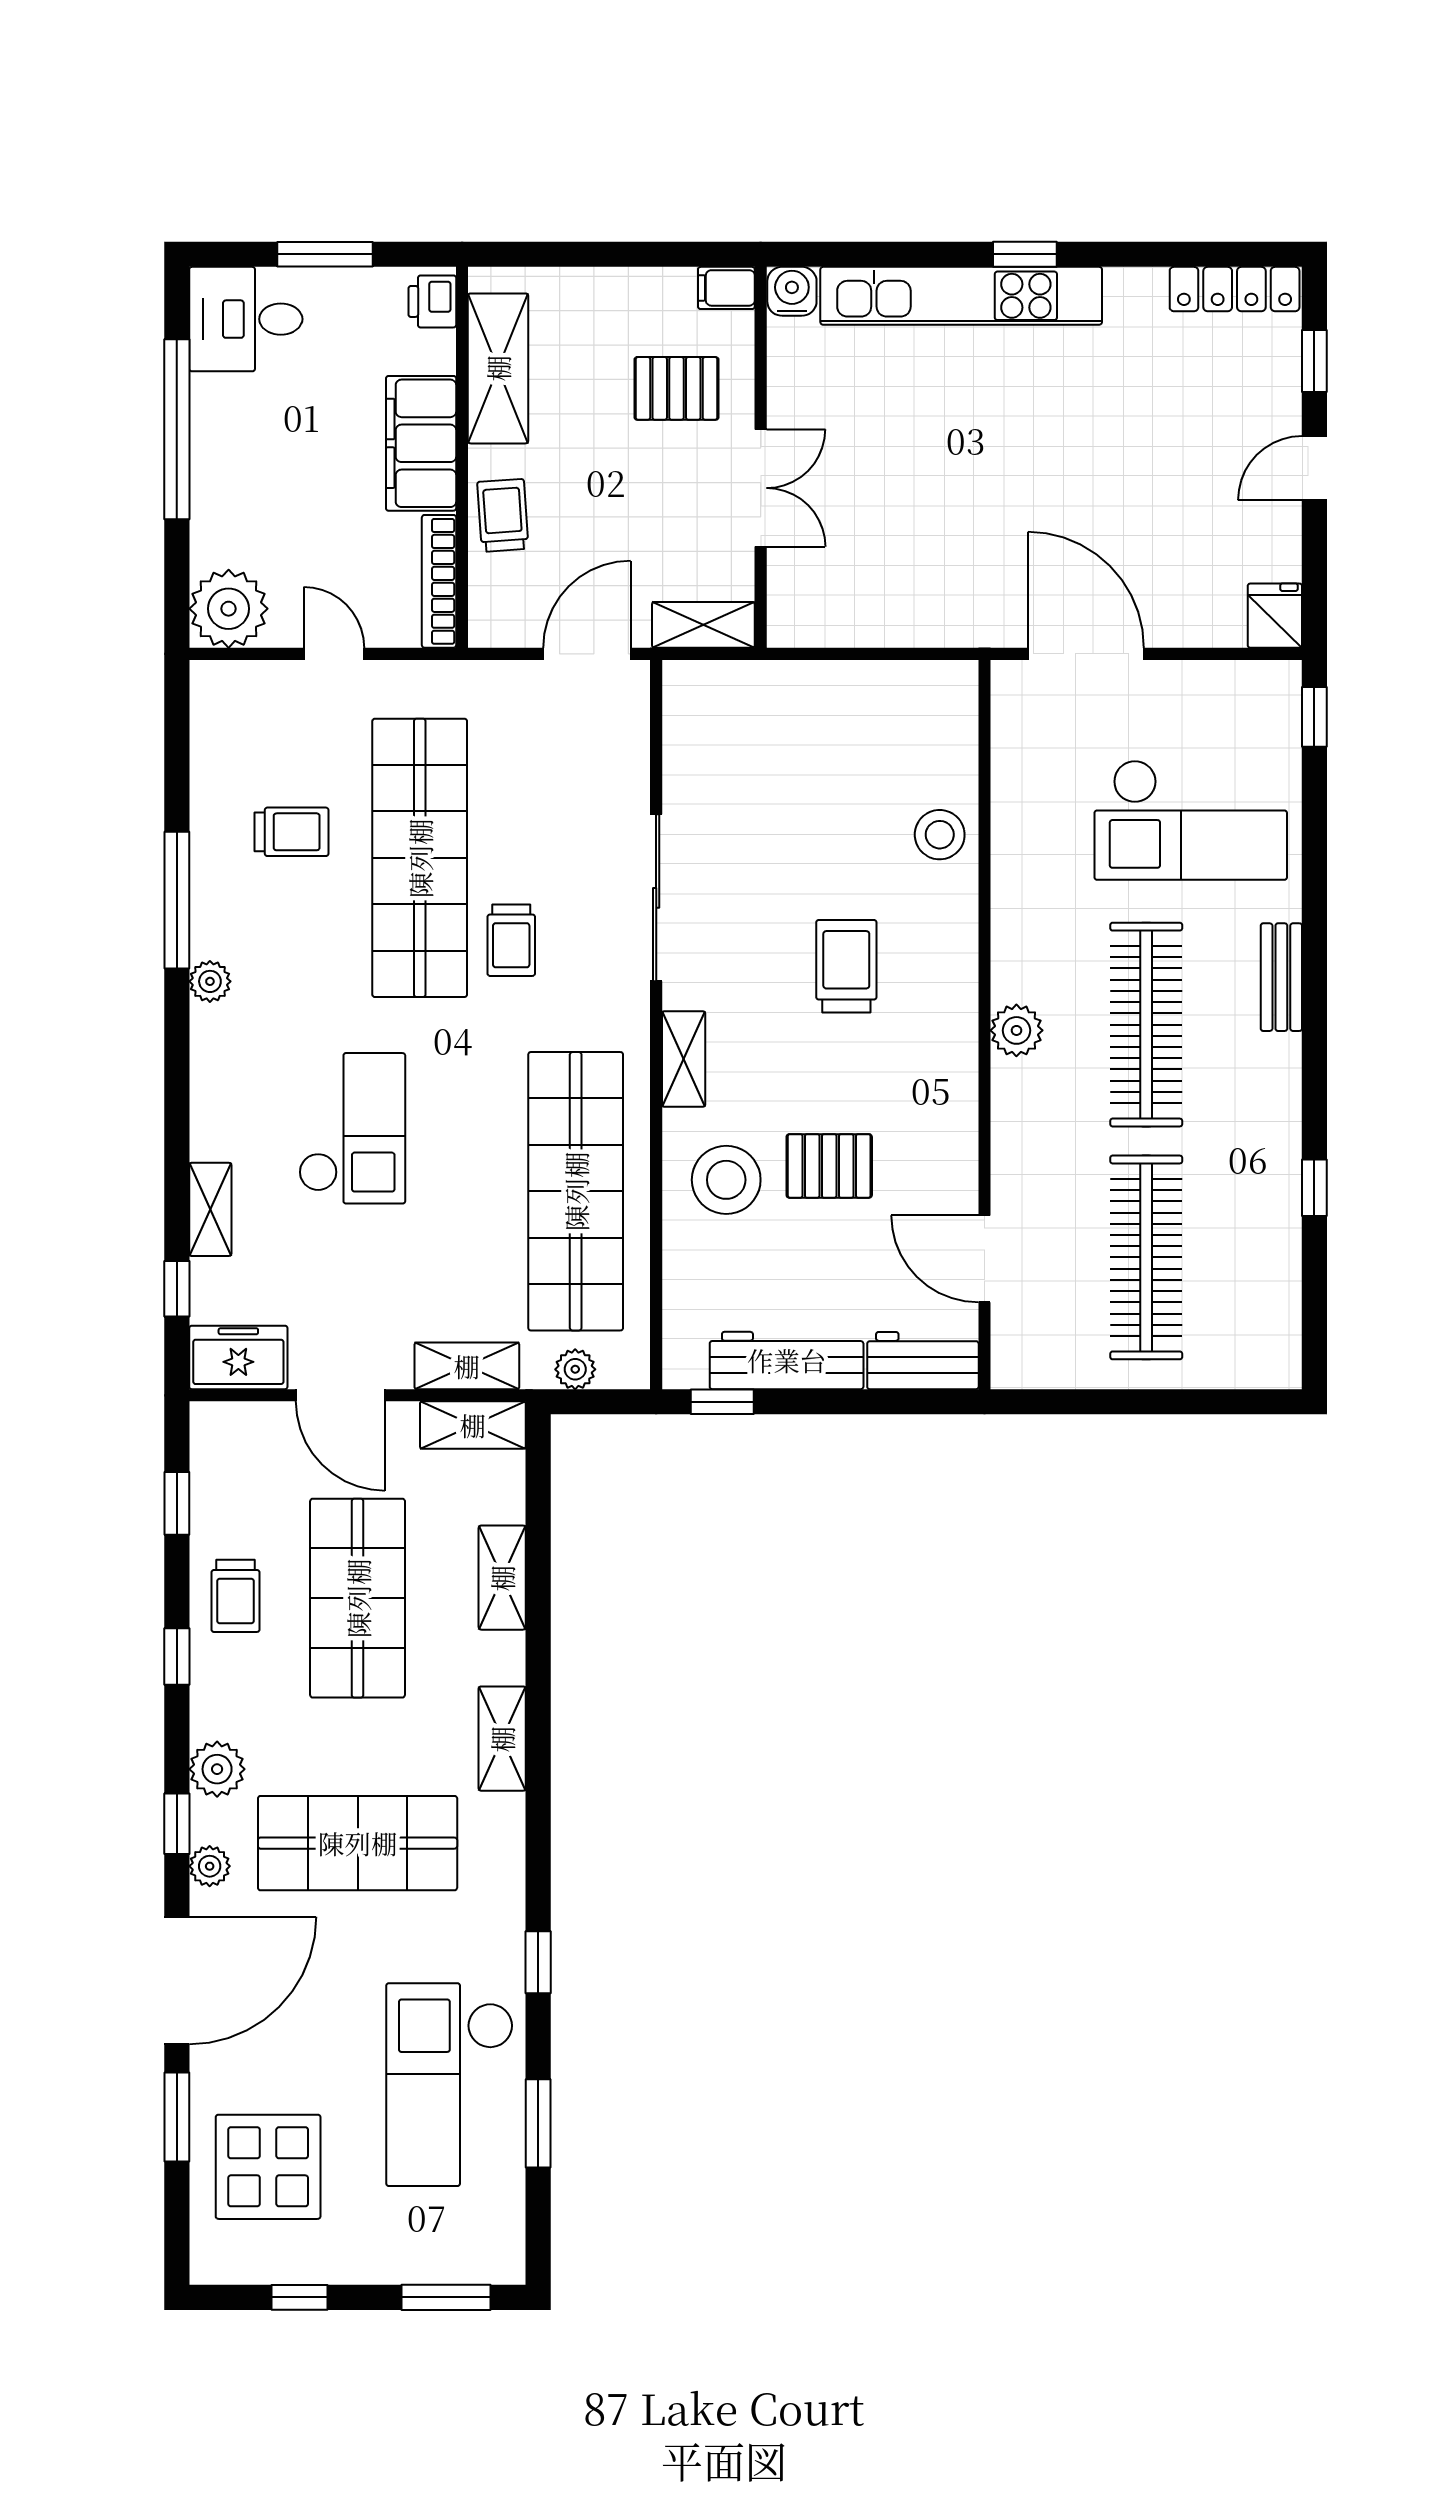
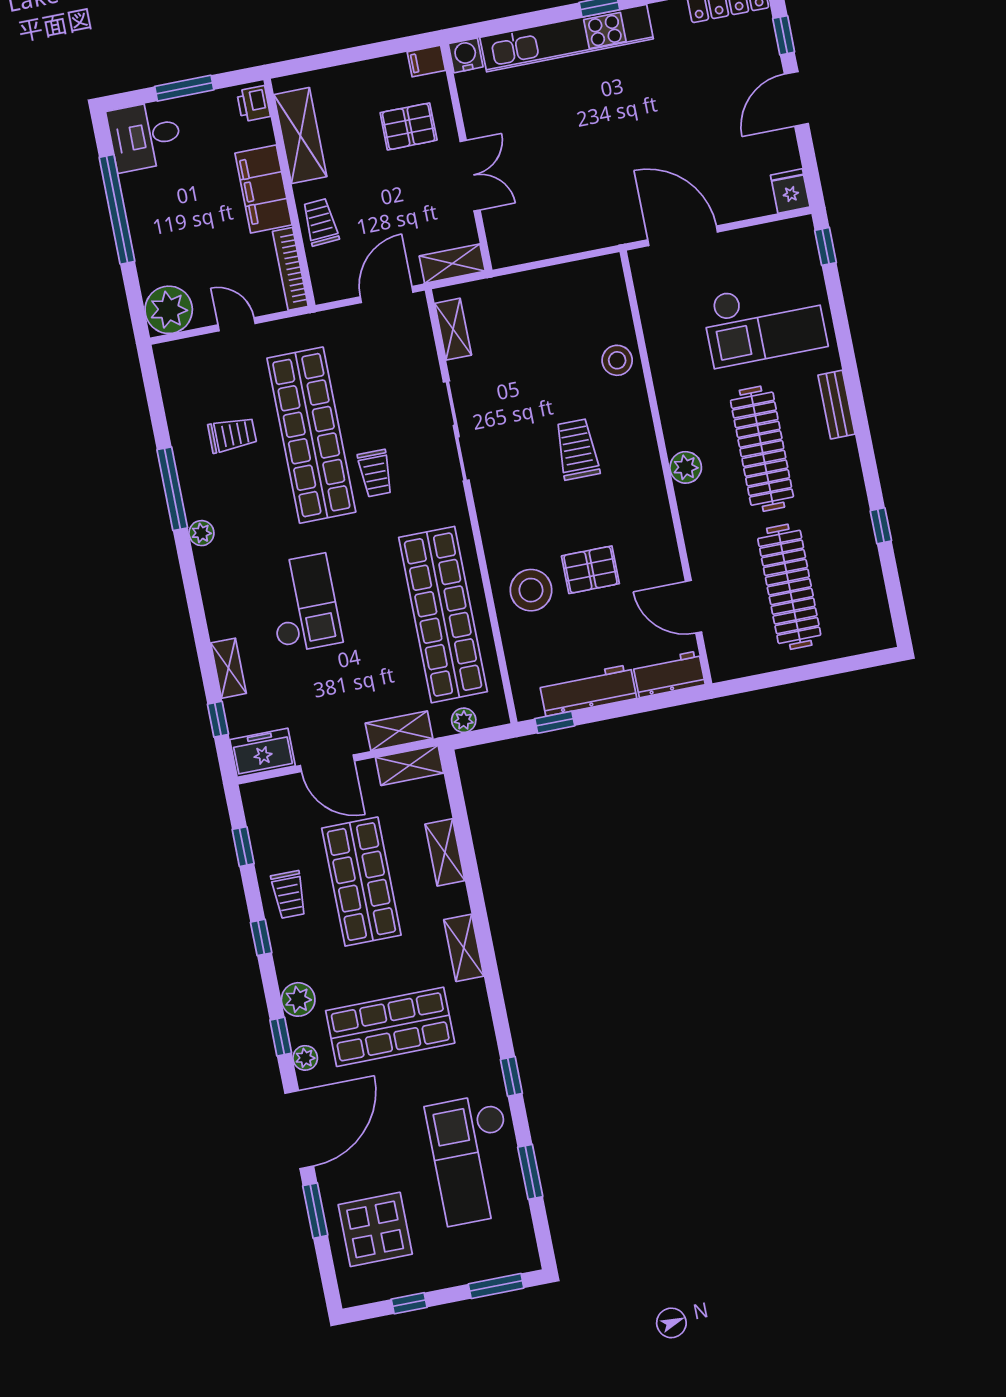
door: (1314, 468) -> (796, 99), width x1.37
shelving: (684, 1059) -> (453, 329), moved

